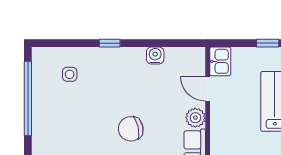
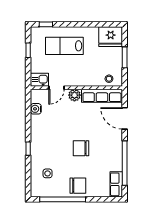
water cooler: (155, 56) -> (36, 109), moved
chair: (50, 123) -> (78, 186), added
chair: (131, 129) -> (81, 148), moved, turned 103

